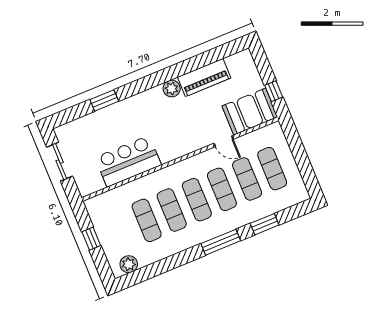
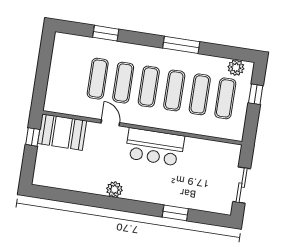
piano: (204, 78) -> (83, 182), removed
door: (224, 141) -> (110, 123), moved
bar counter: (128, 161) -> (155, 147), moved
exercise mat: (272, 169) -> (225, 98), moved
window: (91, 239) -> (256, 94), moved
window: (221, 242) -> (181, 45), moved

